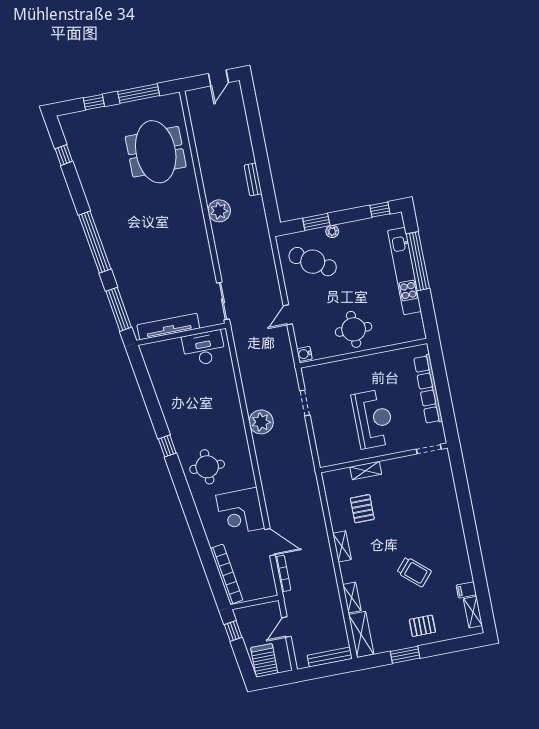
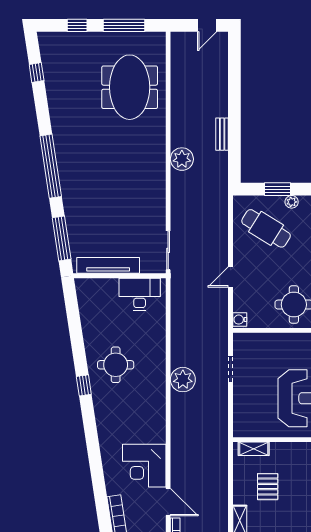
round table: (207, 467) -> (116, 365), moved
shelving: (366, 471) -> (254, 449), moved

